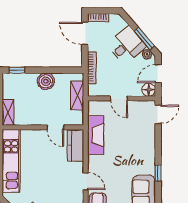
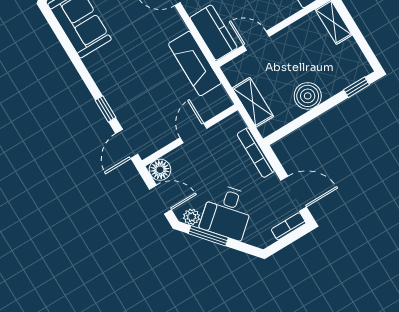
door: (158, 74) -> (160, 199), hinge flipped
door: (119, 98) -> (193, 133), hinge flipped
window: (158, 173) -> (105, 109), moved

